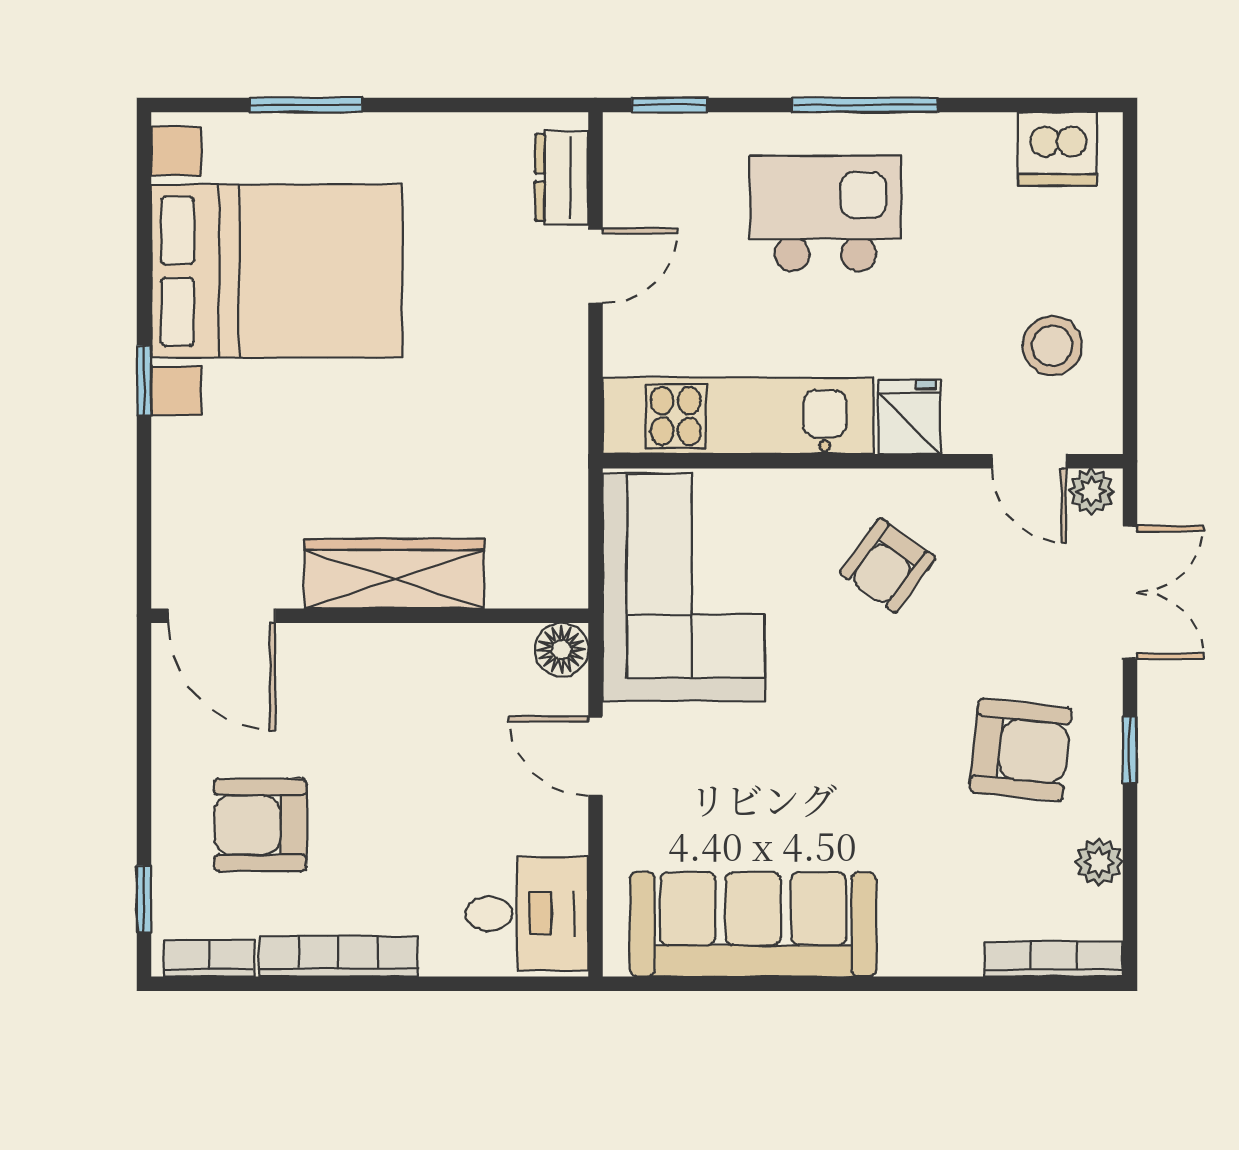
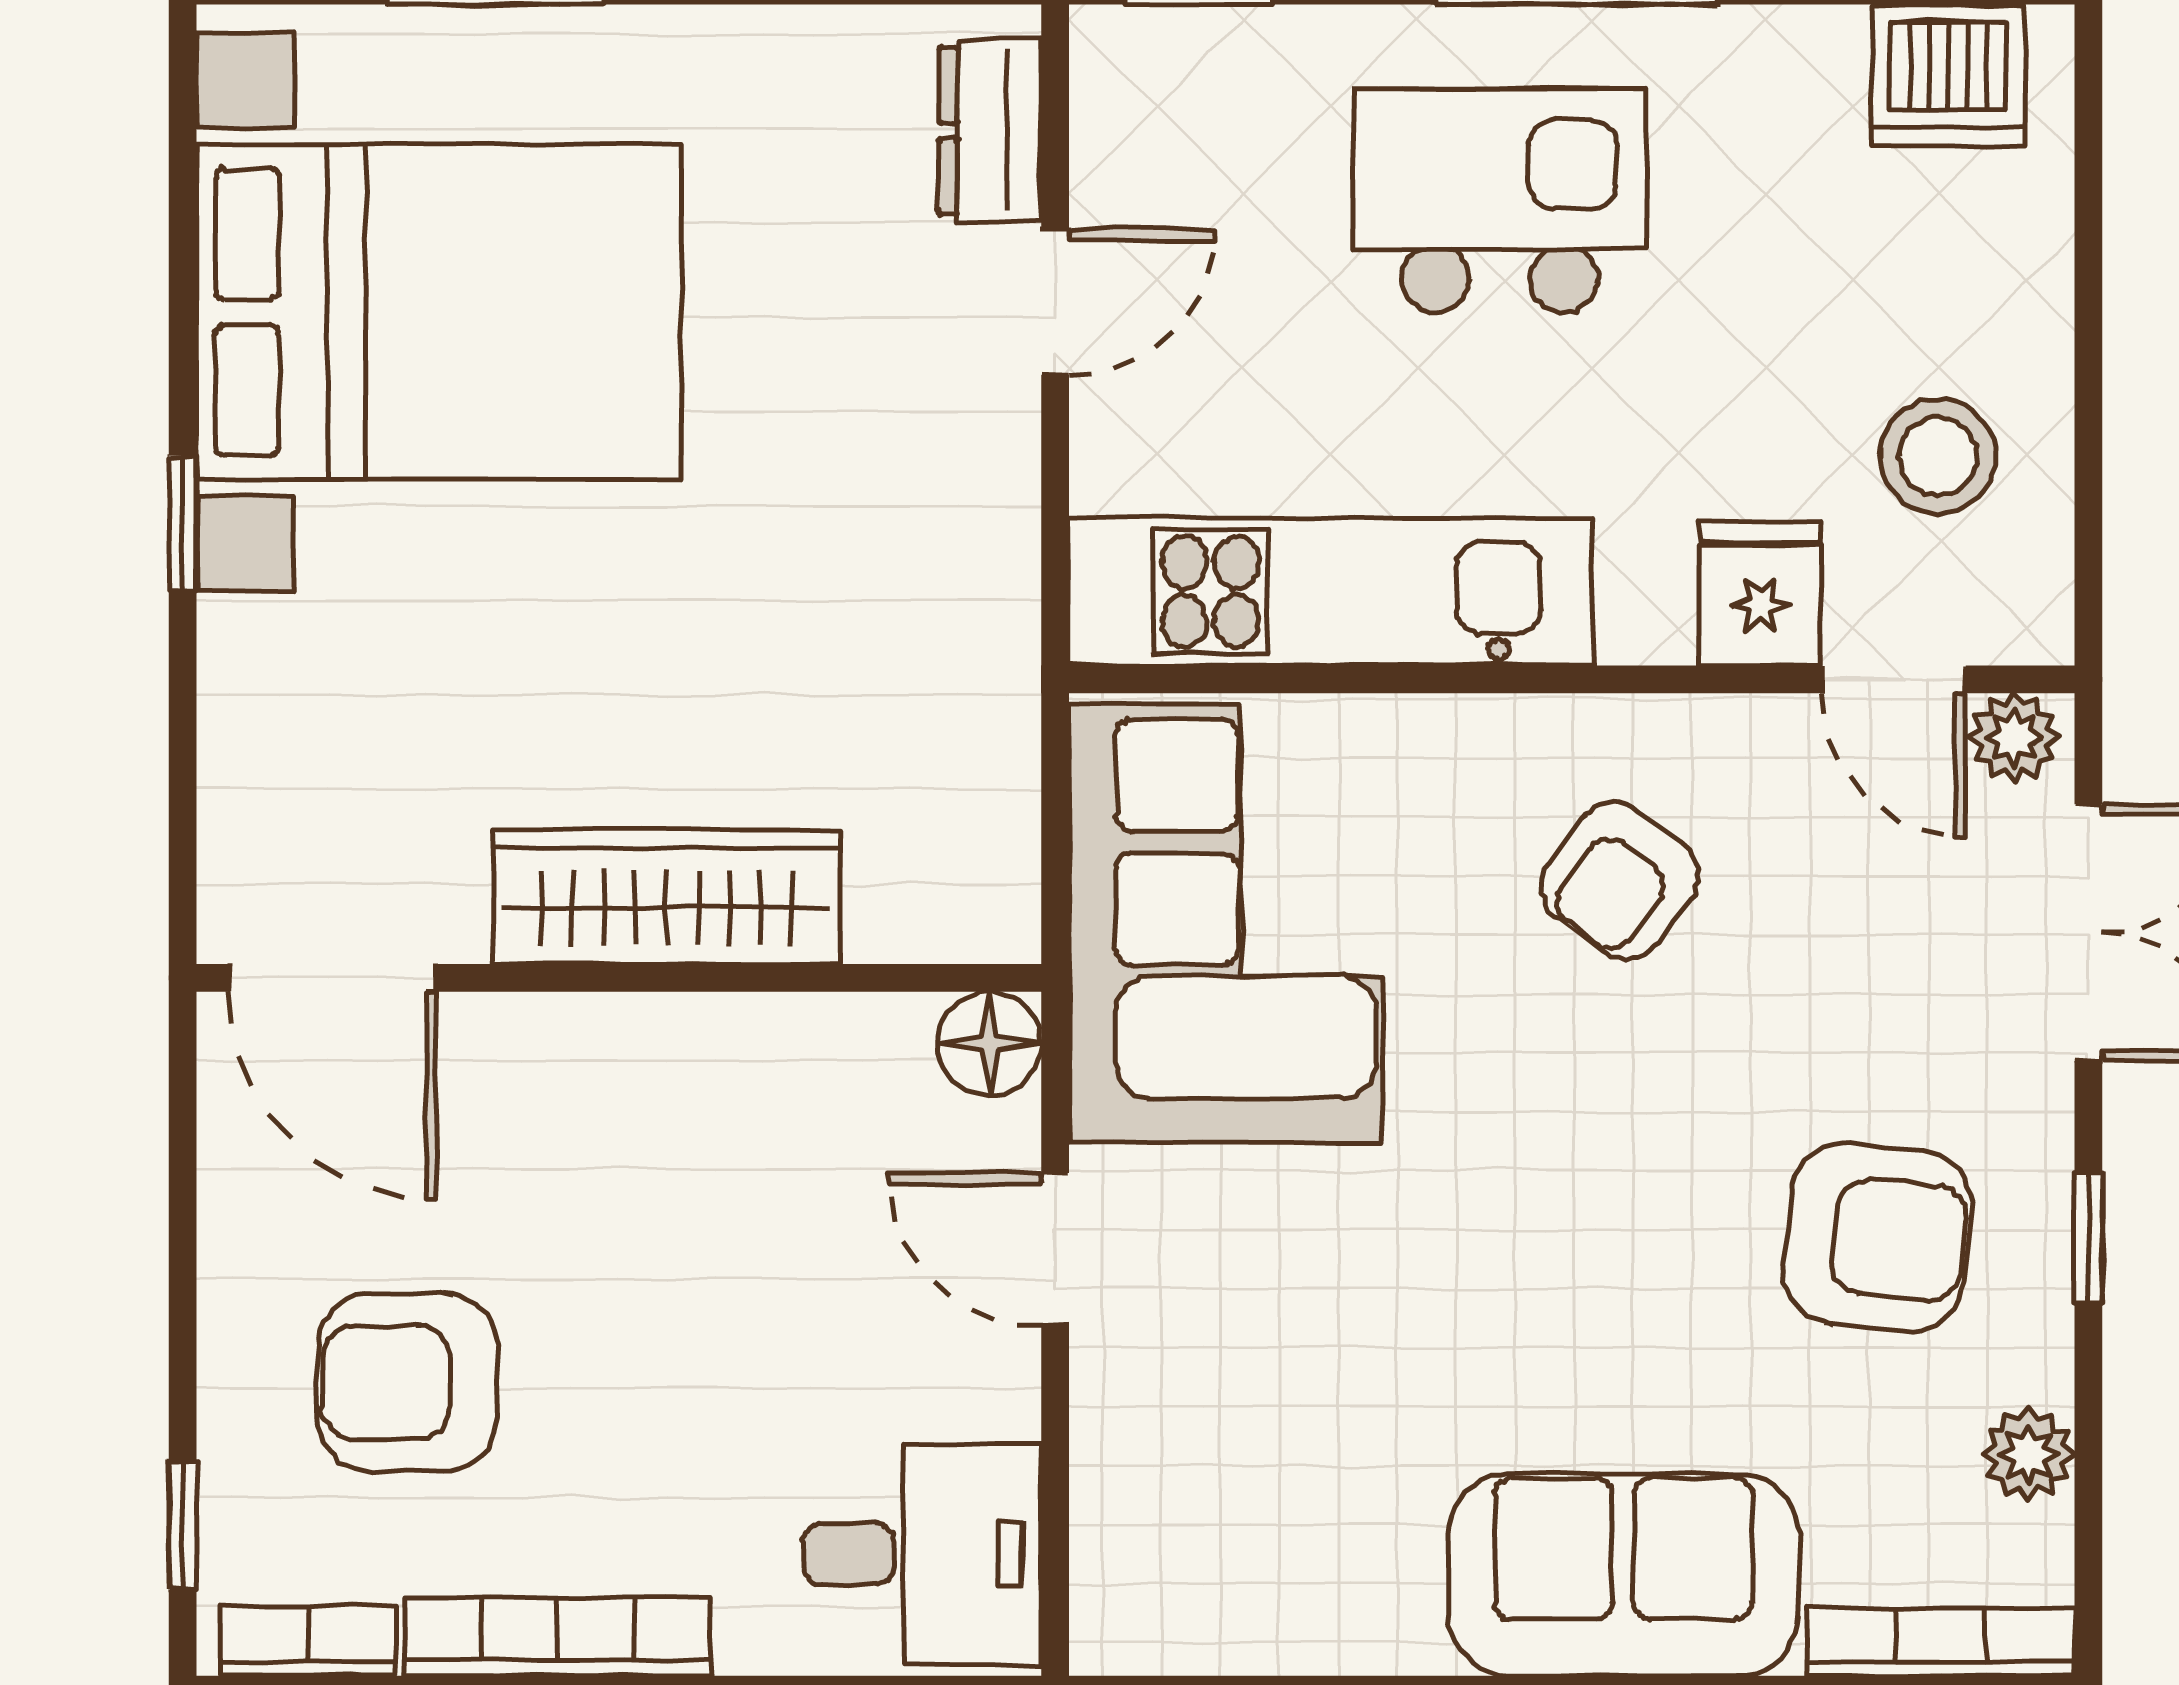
fridge: (910, 417) -> (1760, 594), moved
sofa: (753, 924) -> (1623, 1575), moved, width x0.73

